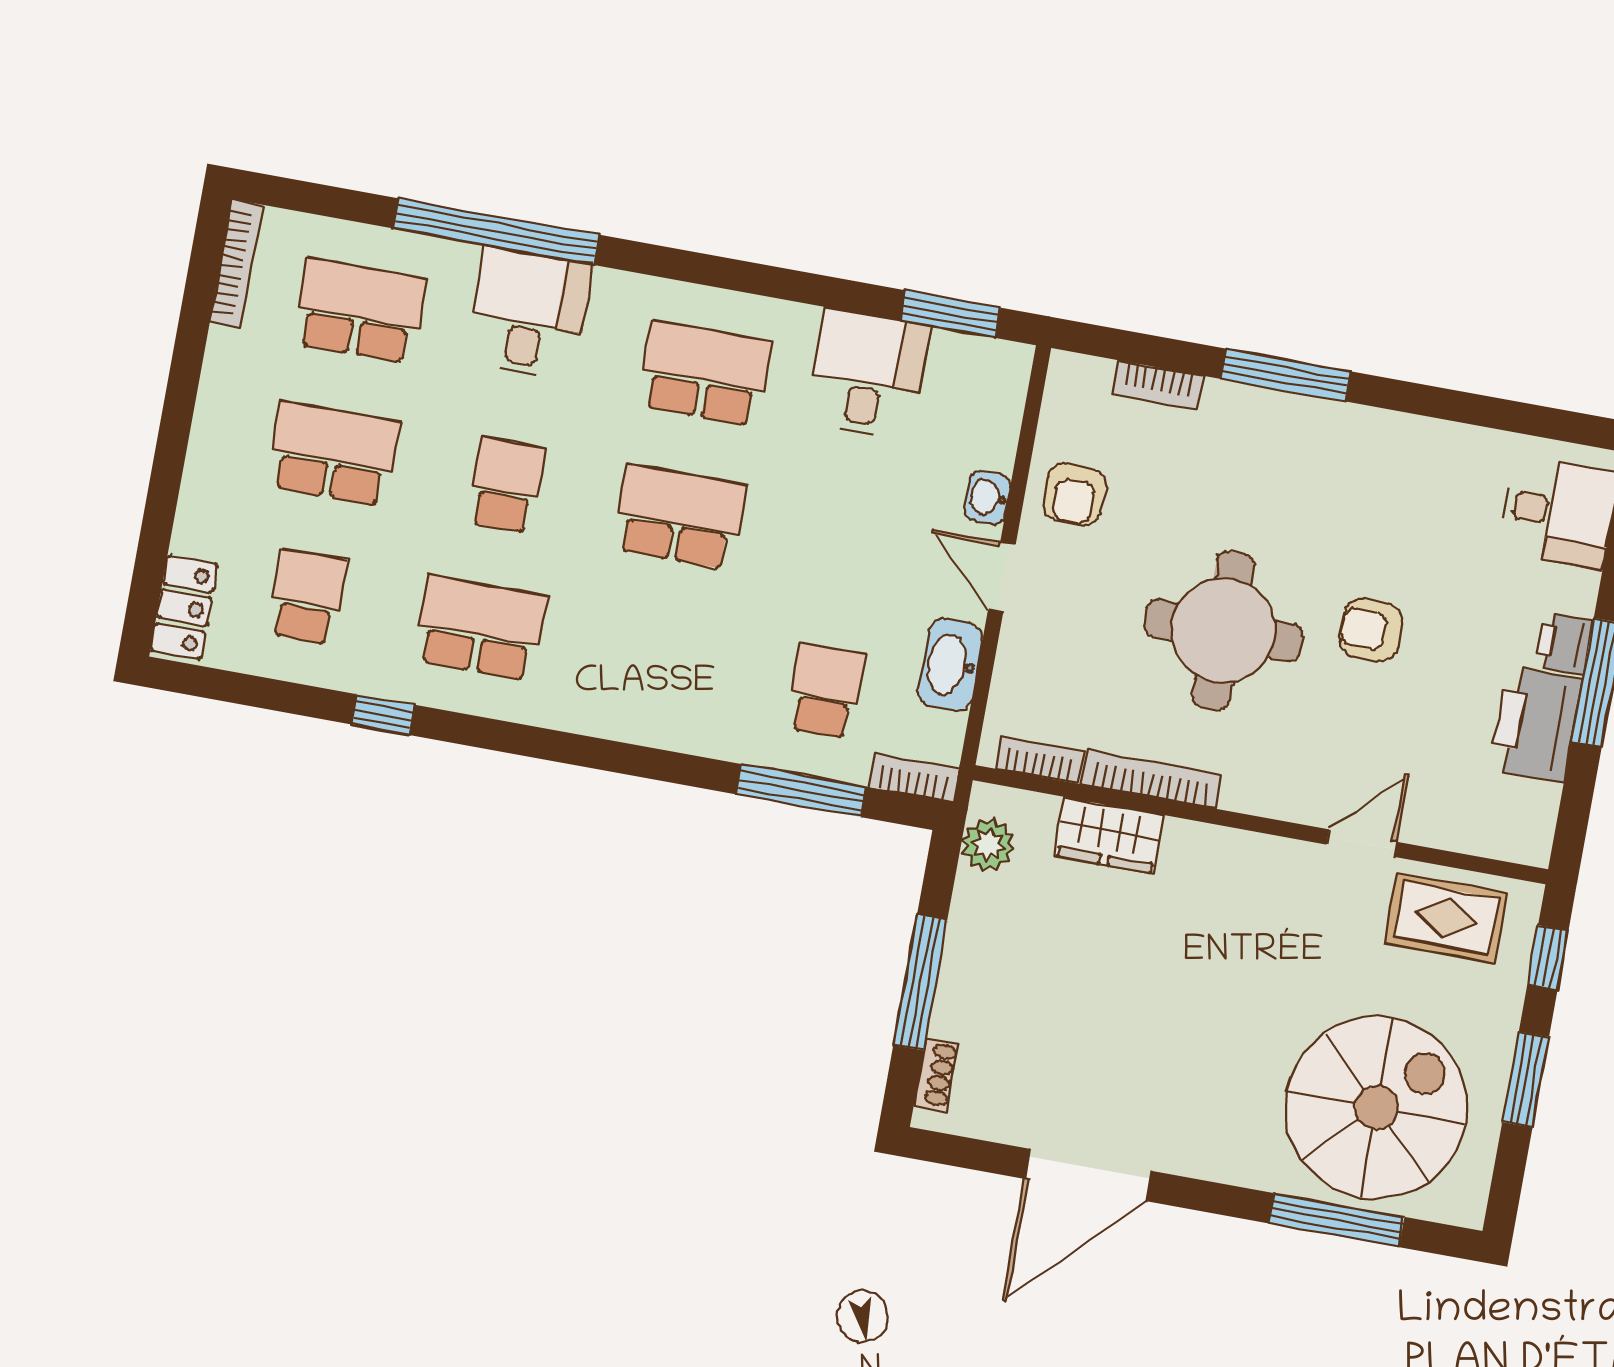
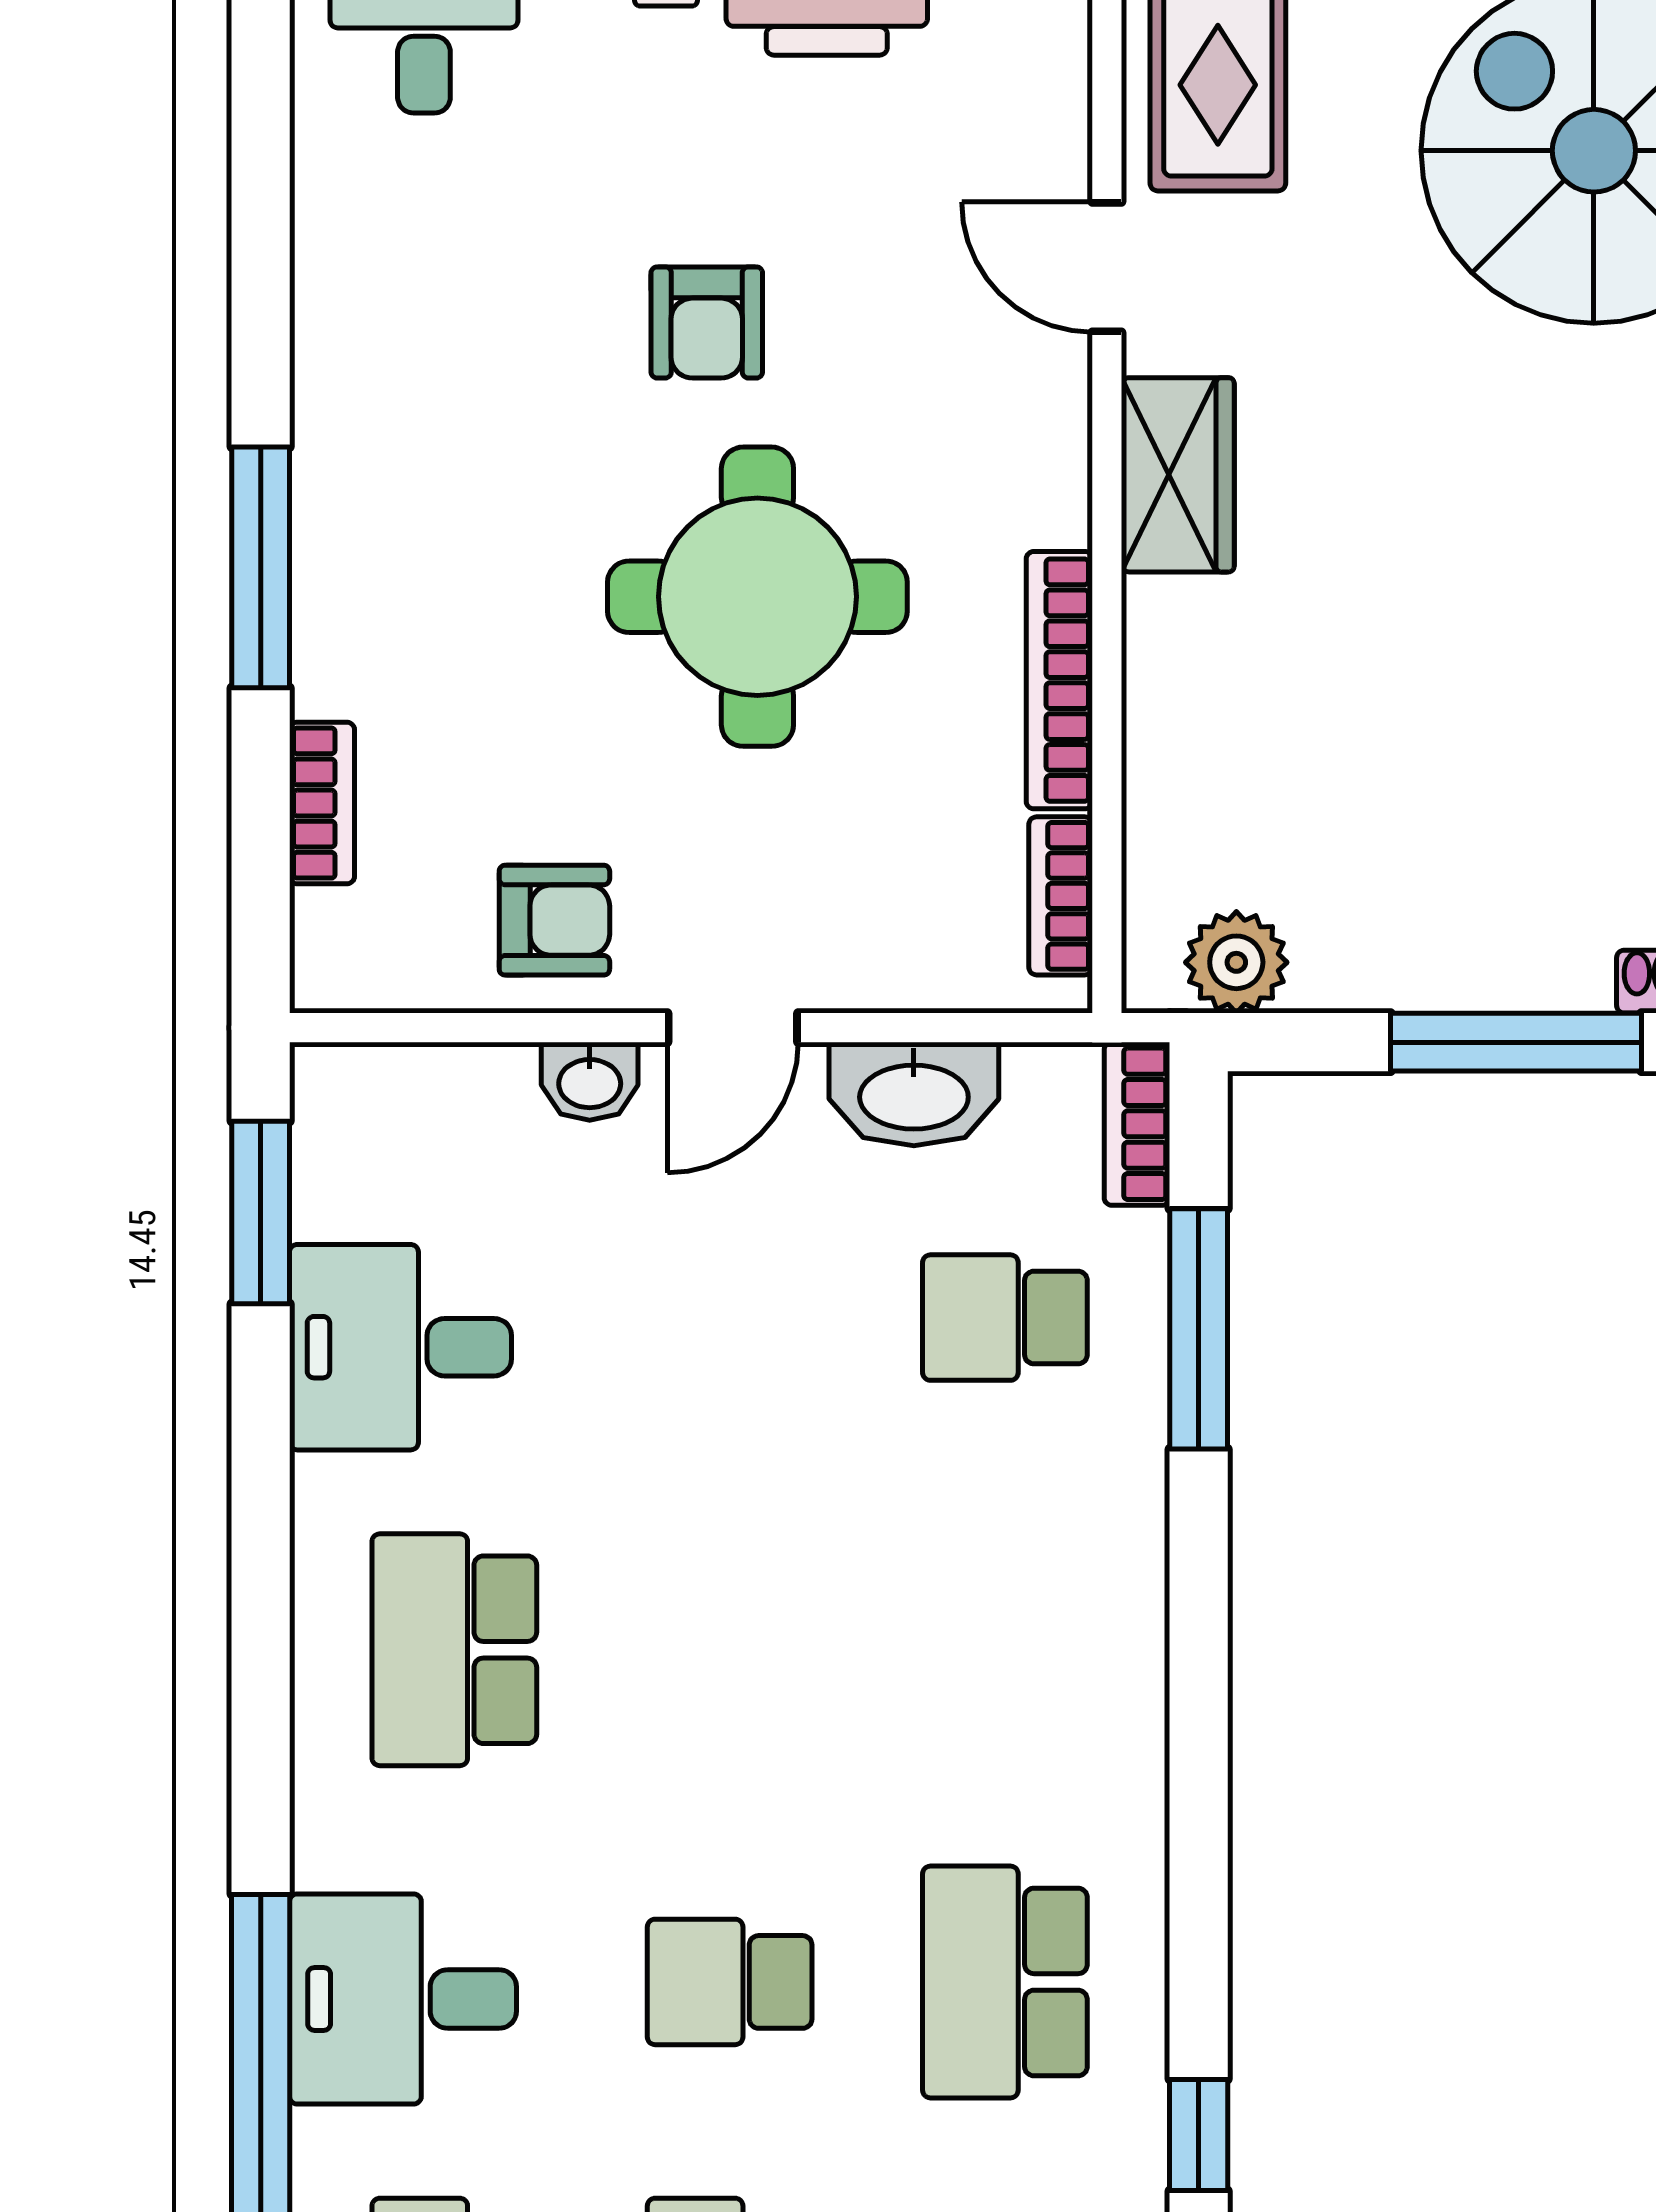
school desk: (679, 517) -> (730, 1650), removed
wardrobe: (1109, 835) -> (1178, 475), moved

